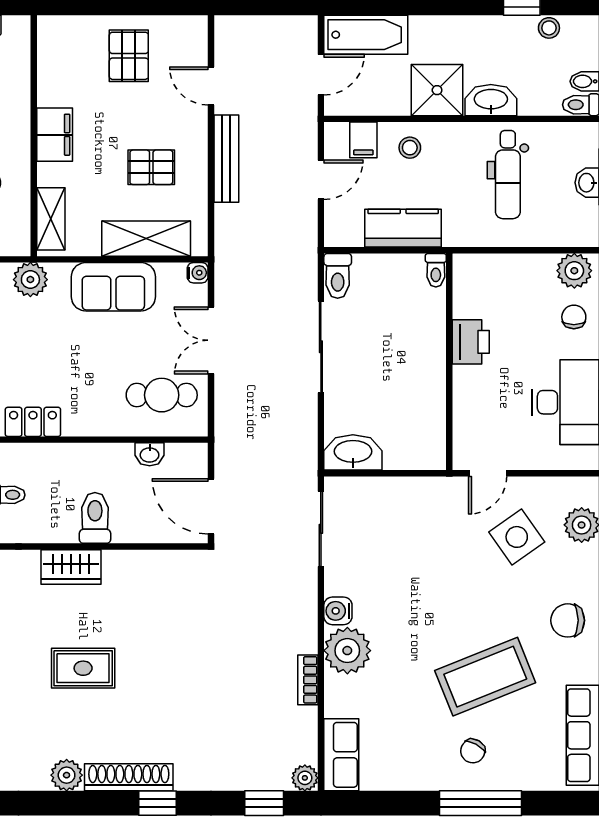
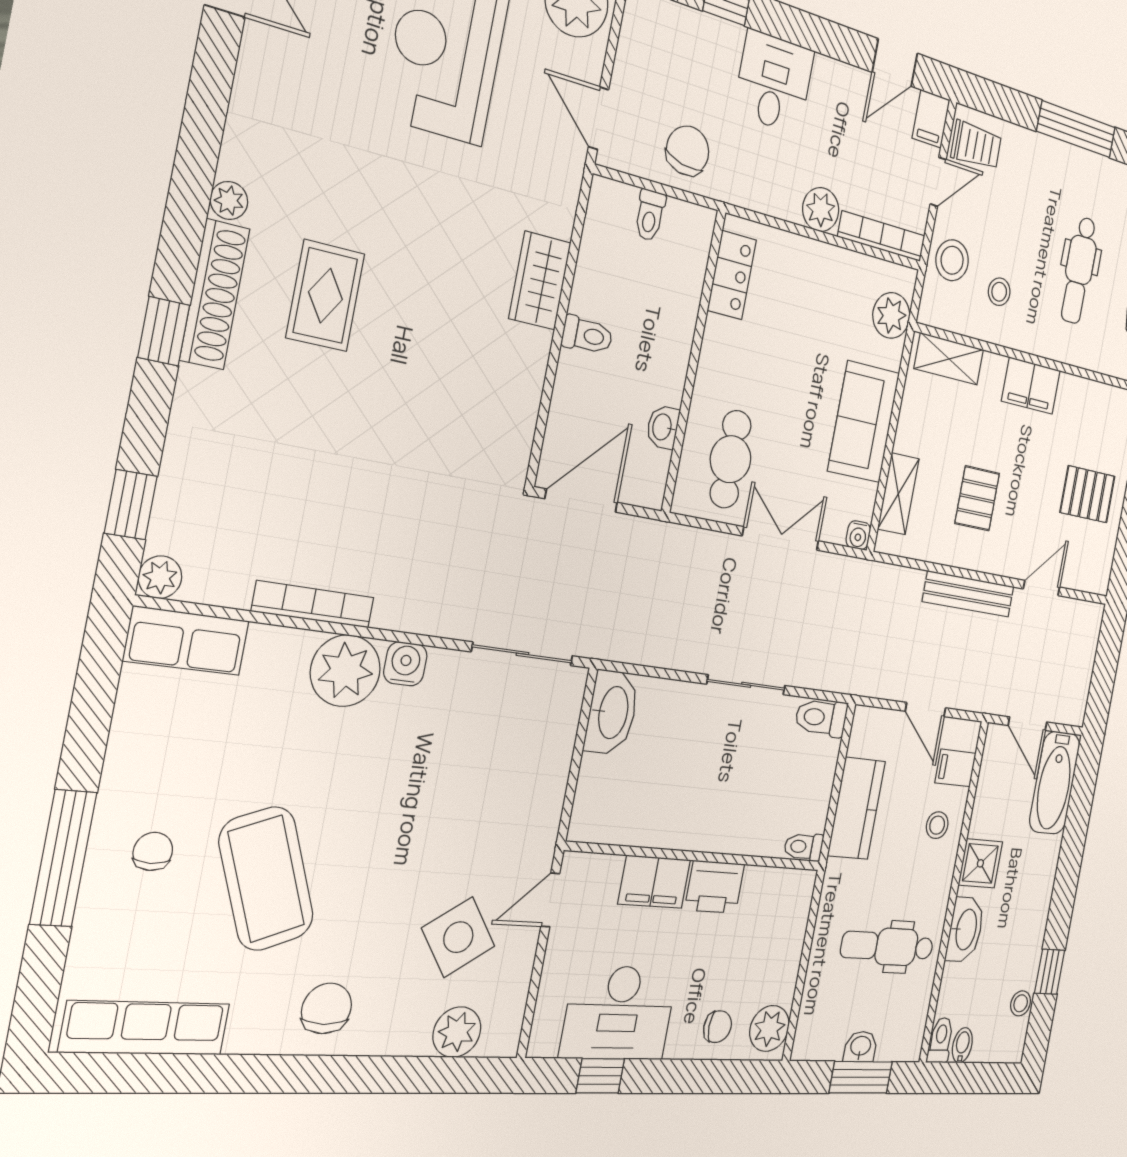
shower: (437, 90) -> (980, 863), width x0.73, depth x0.73
shelving: (146, 239) -> (898, 494), width x0.67, depth x0.75
sliding door: (321, 347) -> (746, 685), width x0.73
filing cabinet: (470, 393) -> (654, 882), added
door: (488, 473) -> (550, 900), hinge flipped
toilet: (95, 518) -> (587, 335), width x0.73, depth x0.72
rug: (83, 668) -> (325, 296), moved
bookcase: (308, 680) -> (313, 604), width x1.56
chair: (473, 751) -> (153, 851), turned 61
plant: (67, 775) -> (229, 200), width x0.73, depth x0.73

